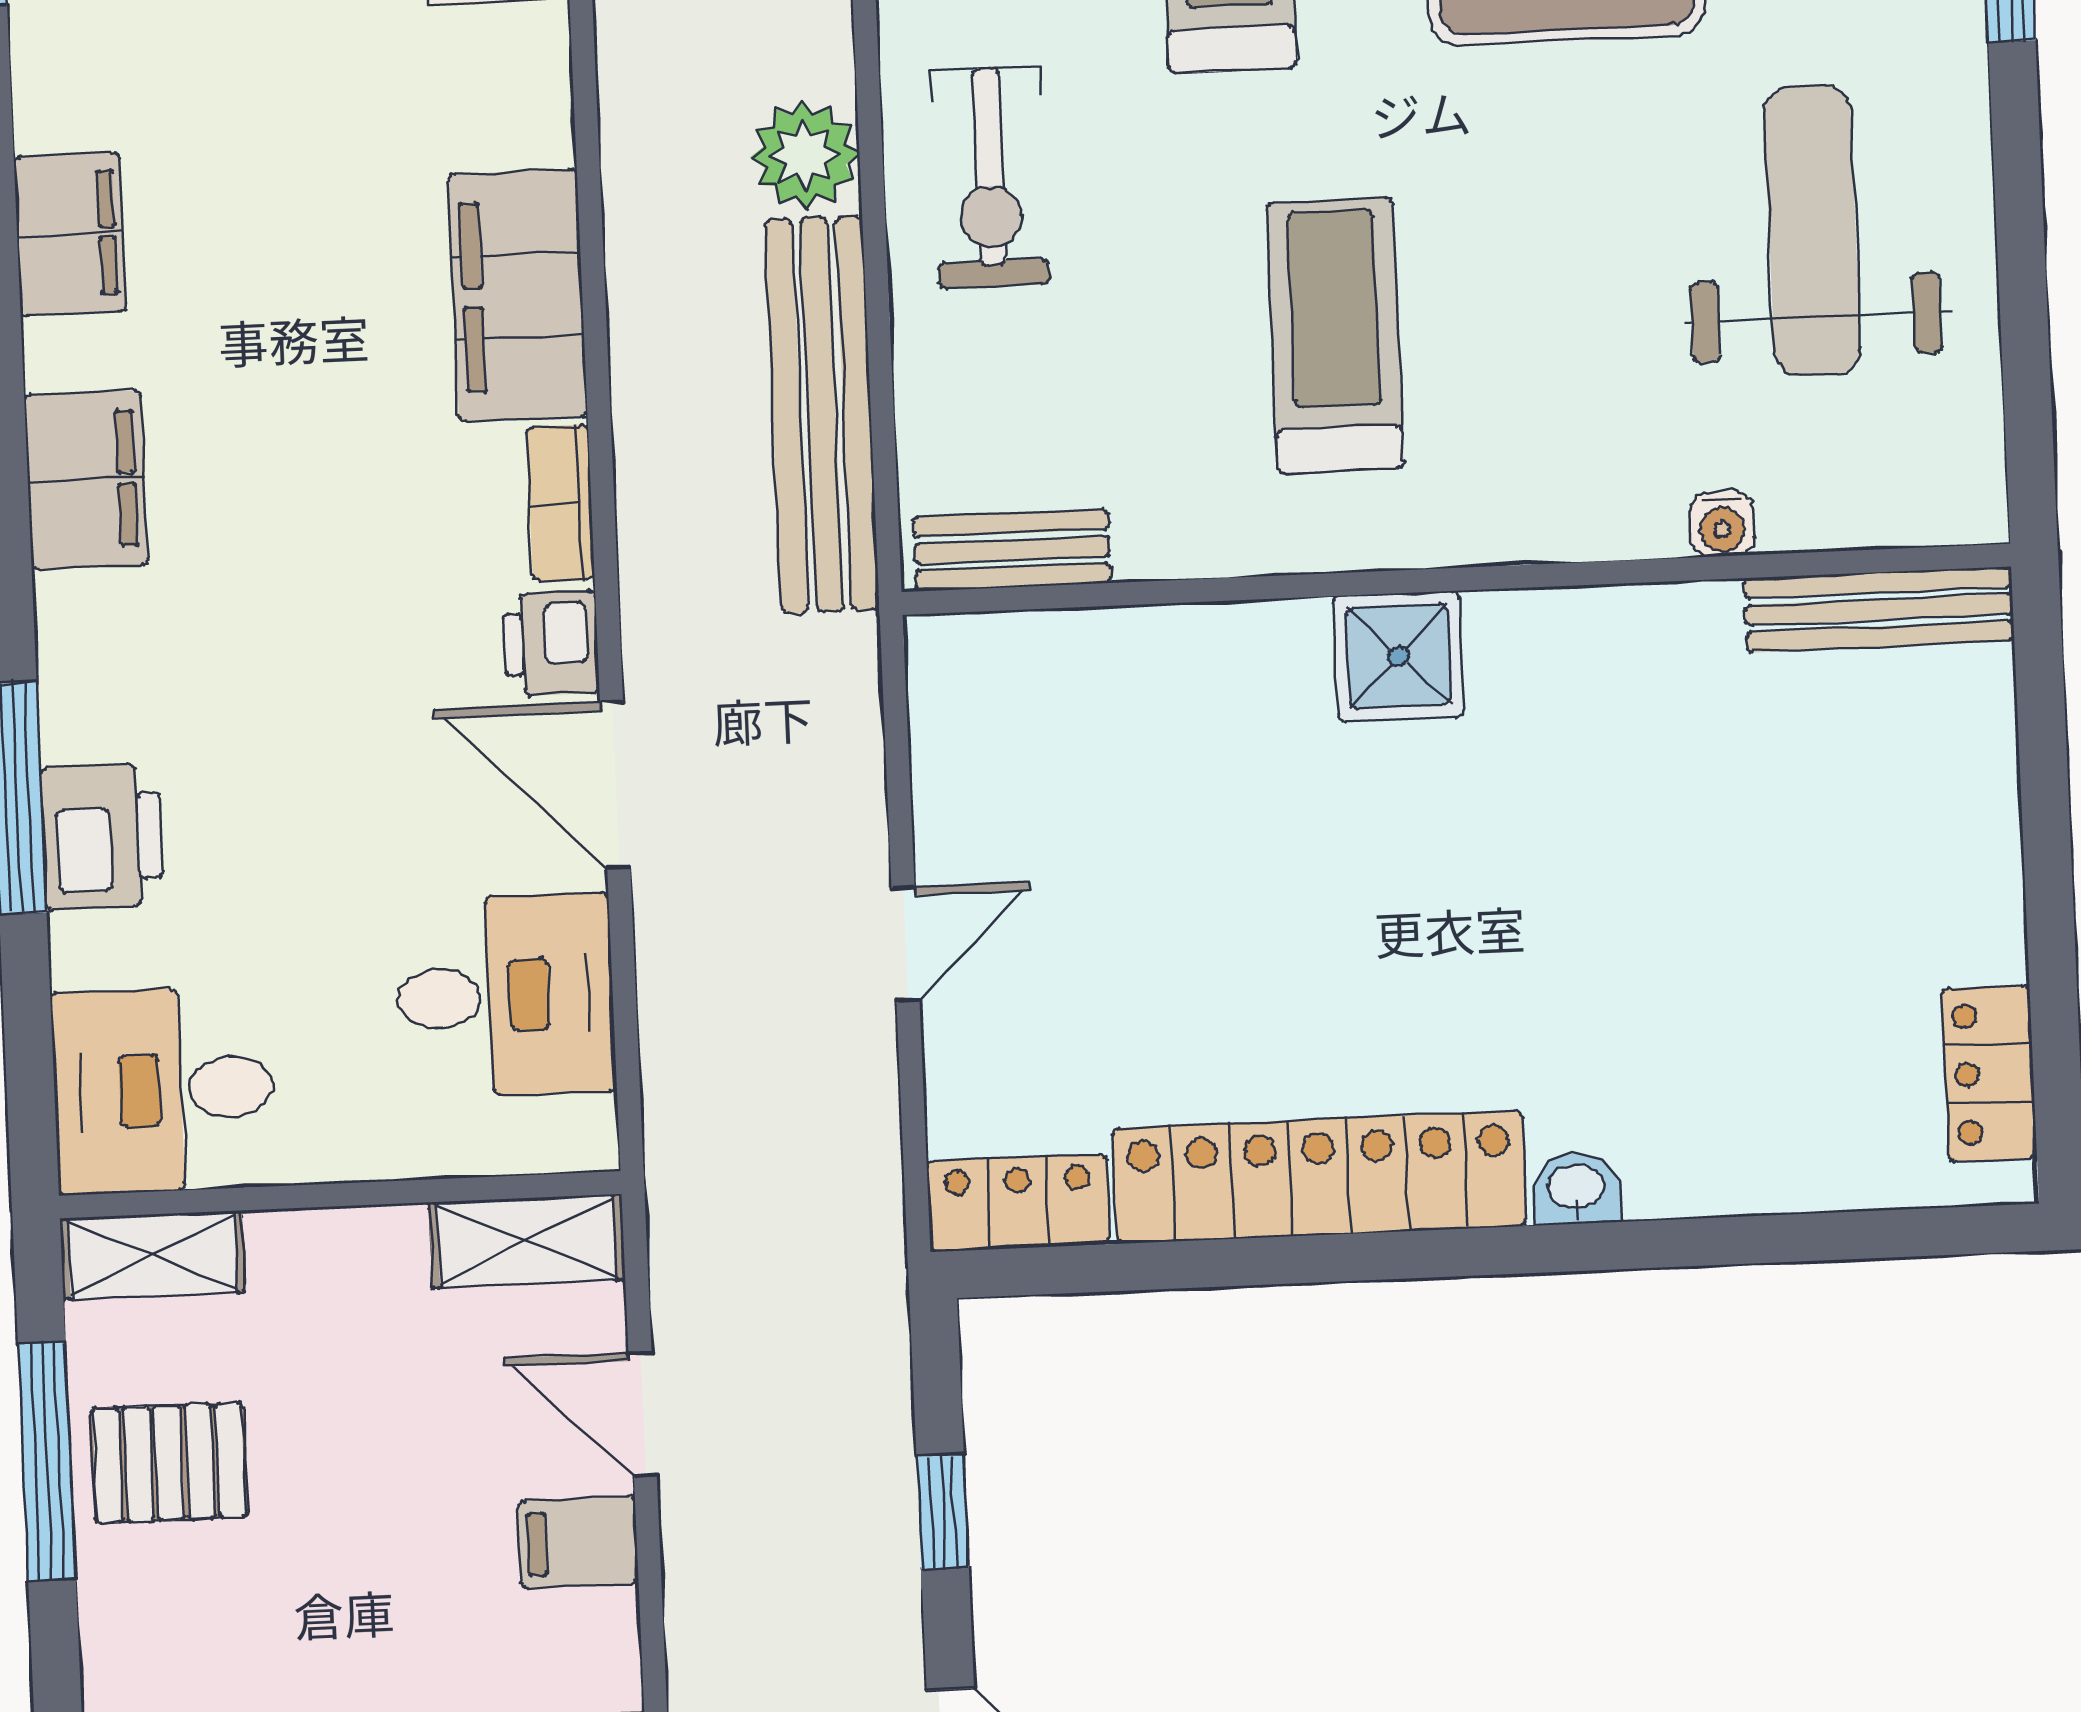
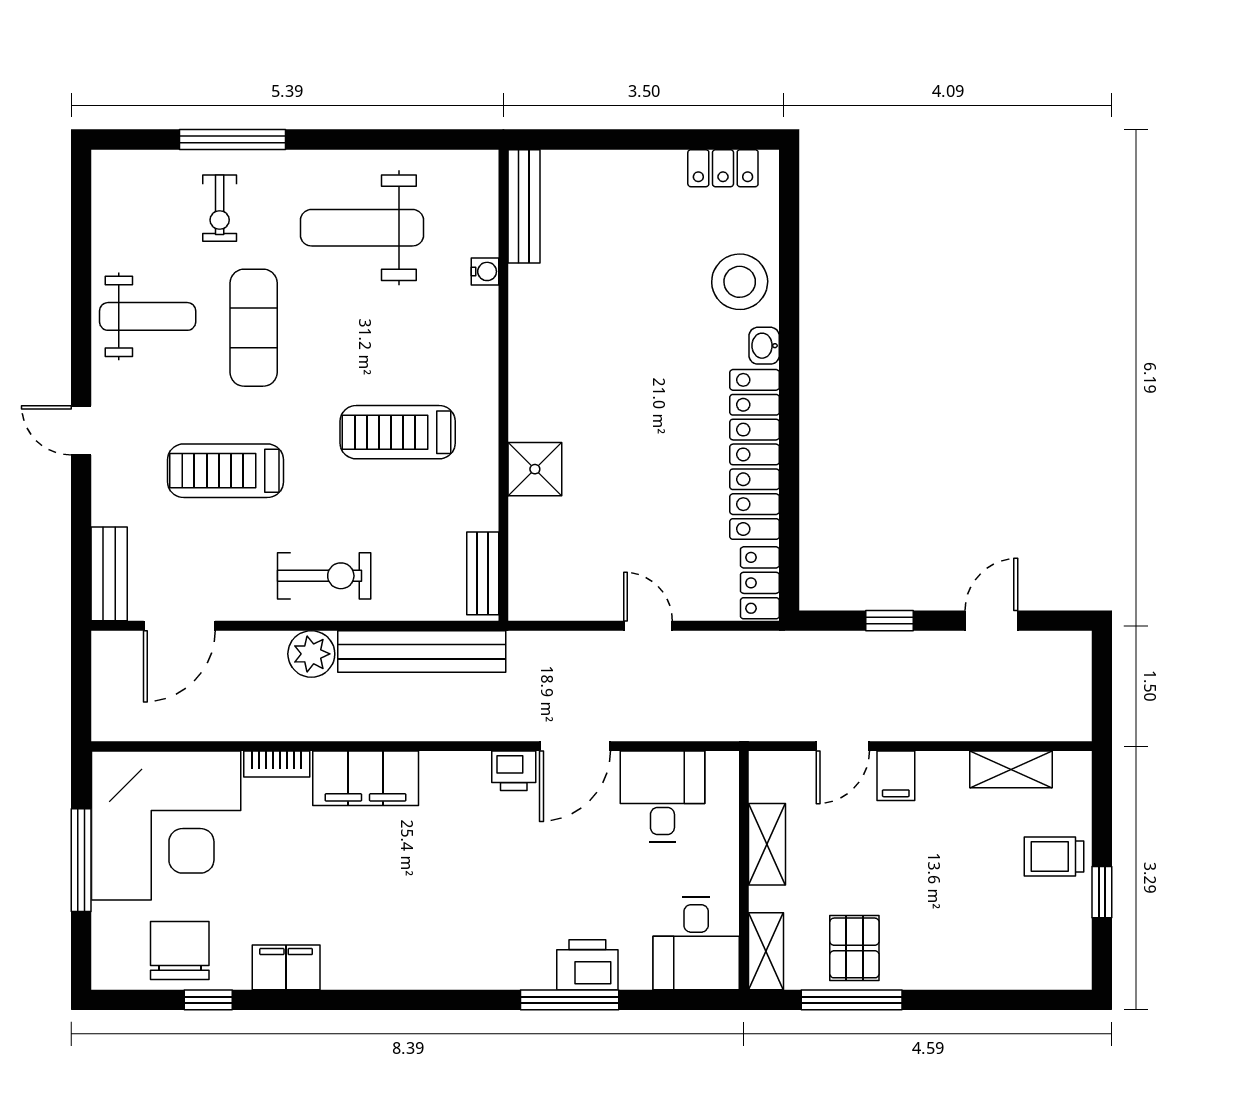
filing cabinet: (70, 234) -> (286, 967), moved
filing cabinet: (86, 480) -> (436, 965), removed
bookcase: (561, 503) -> (277, 764), moved
shower: (1399, 656) -> (535, 469), moved
stool: (1724, 1124) -> (740, 282), added
shelving: (527, 1241) -> (767, 844), moved

